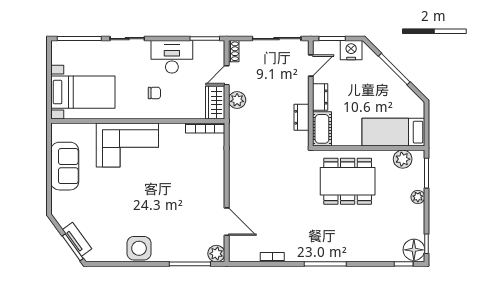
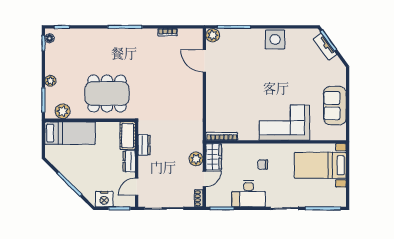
floor lamp: (414, 250) -> (50, 38), width x0.53, depth x0.53

